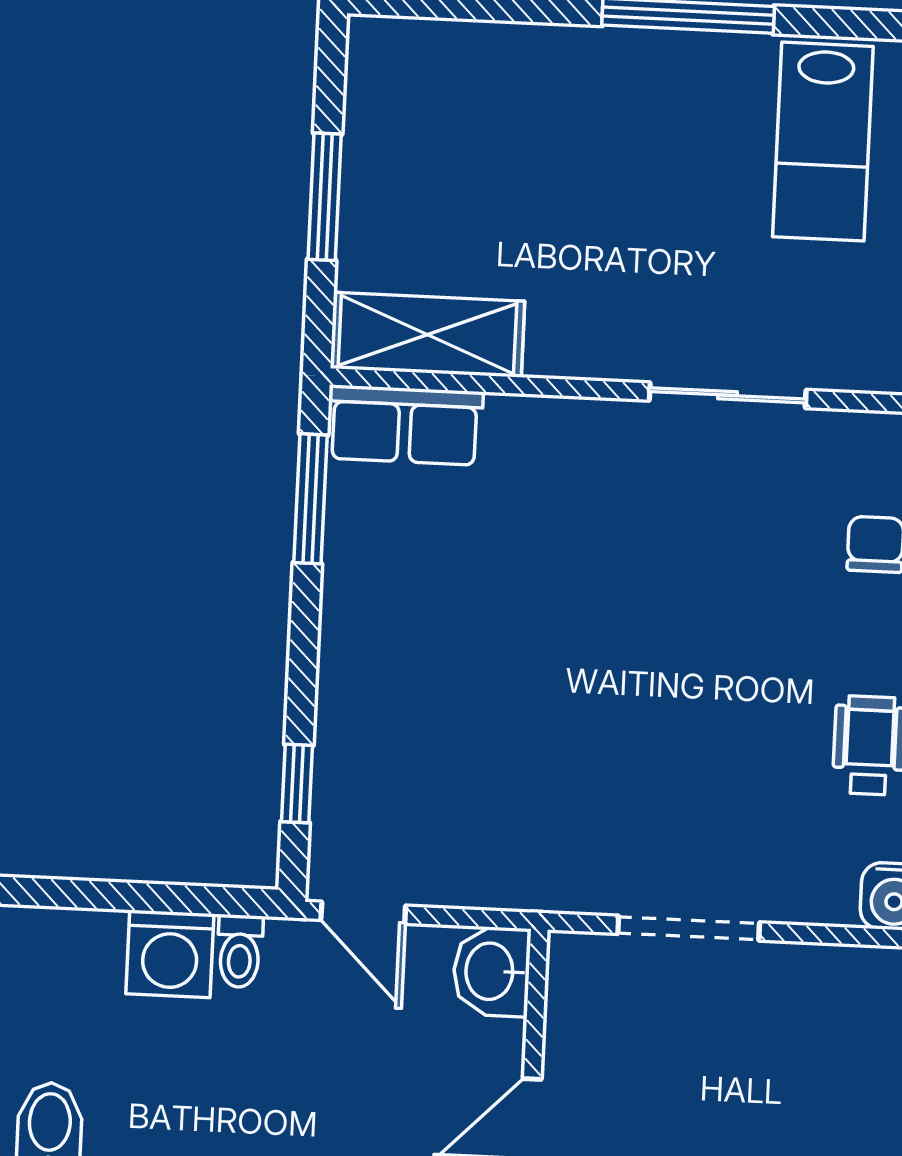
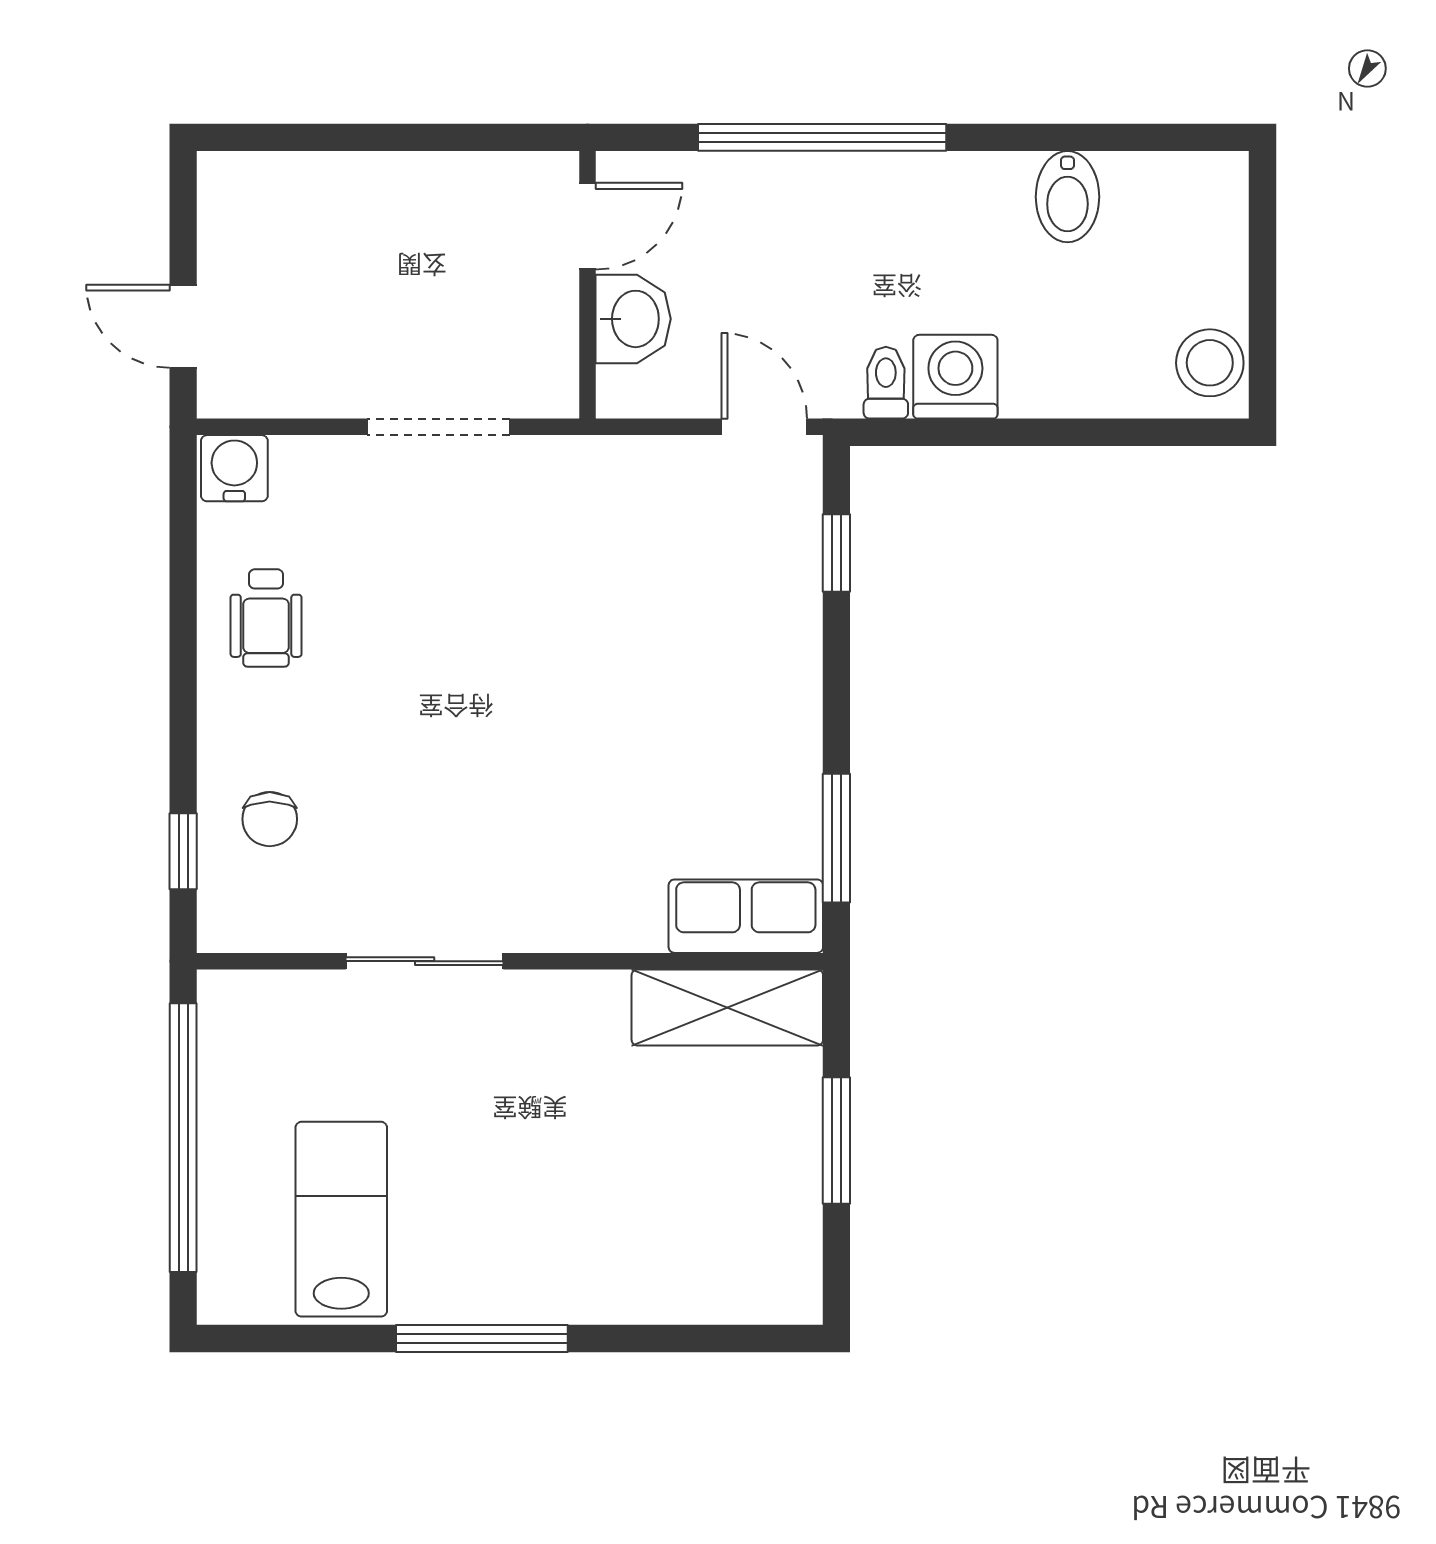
washbasin: (492, 971) -> (633, 319), moved

